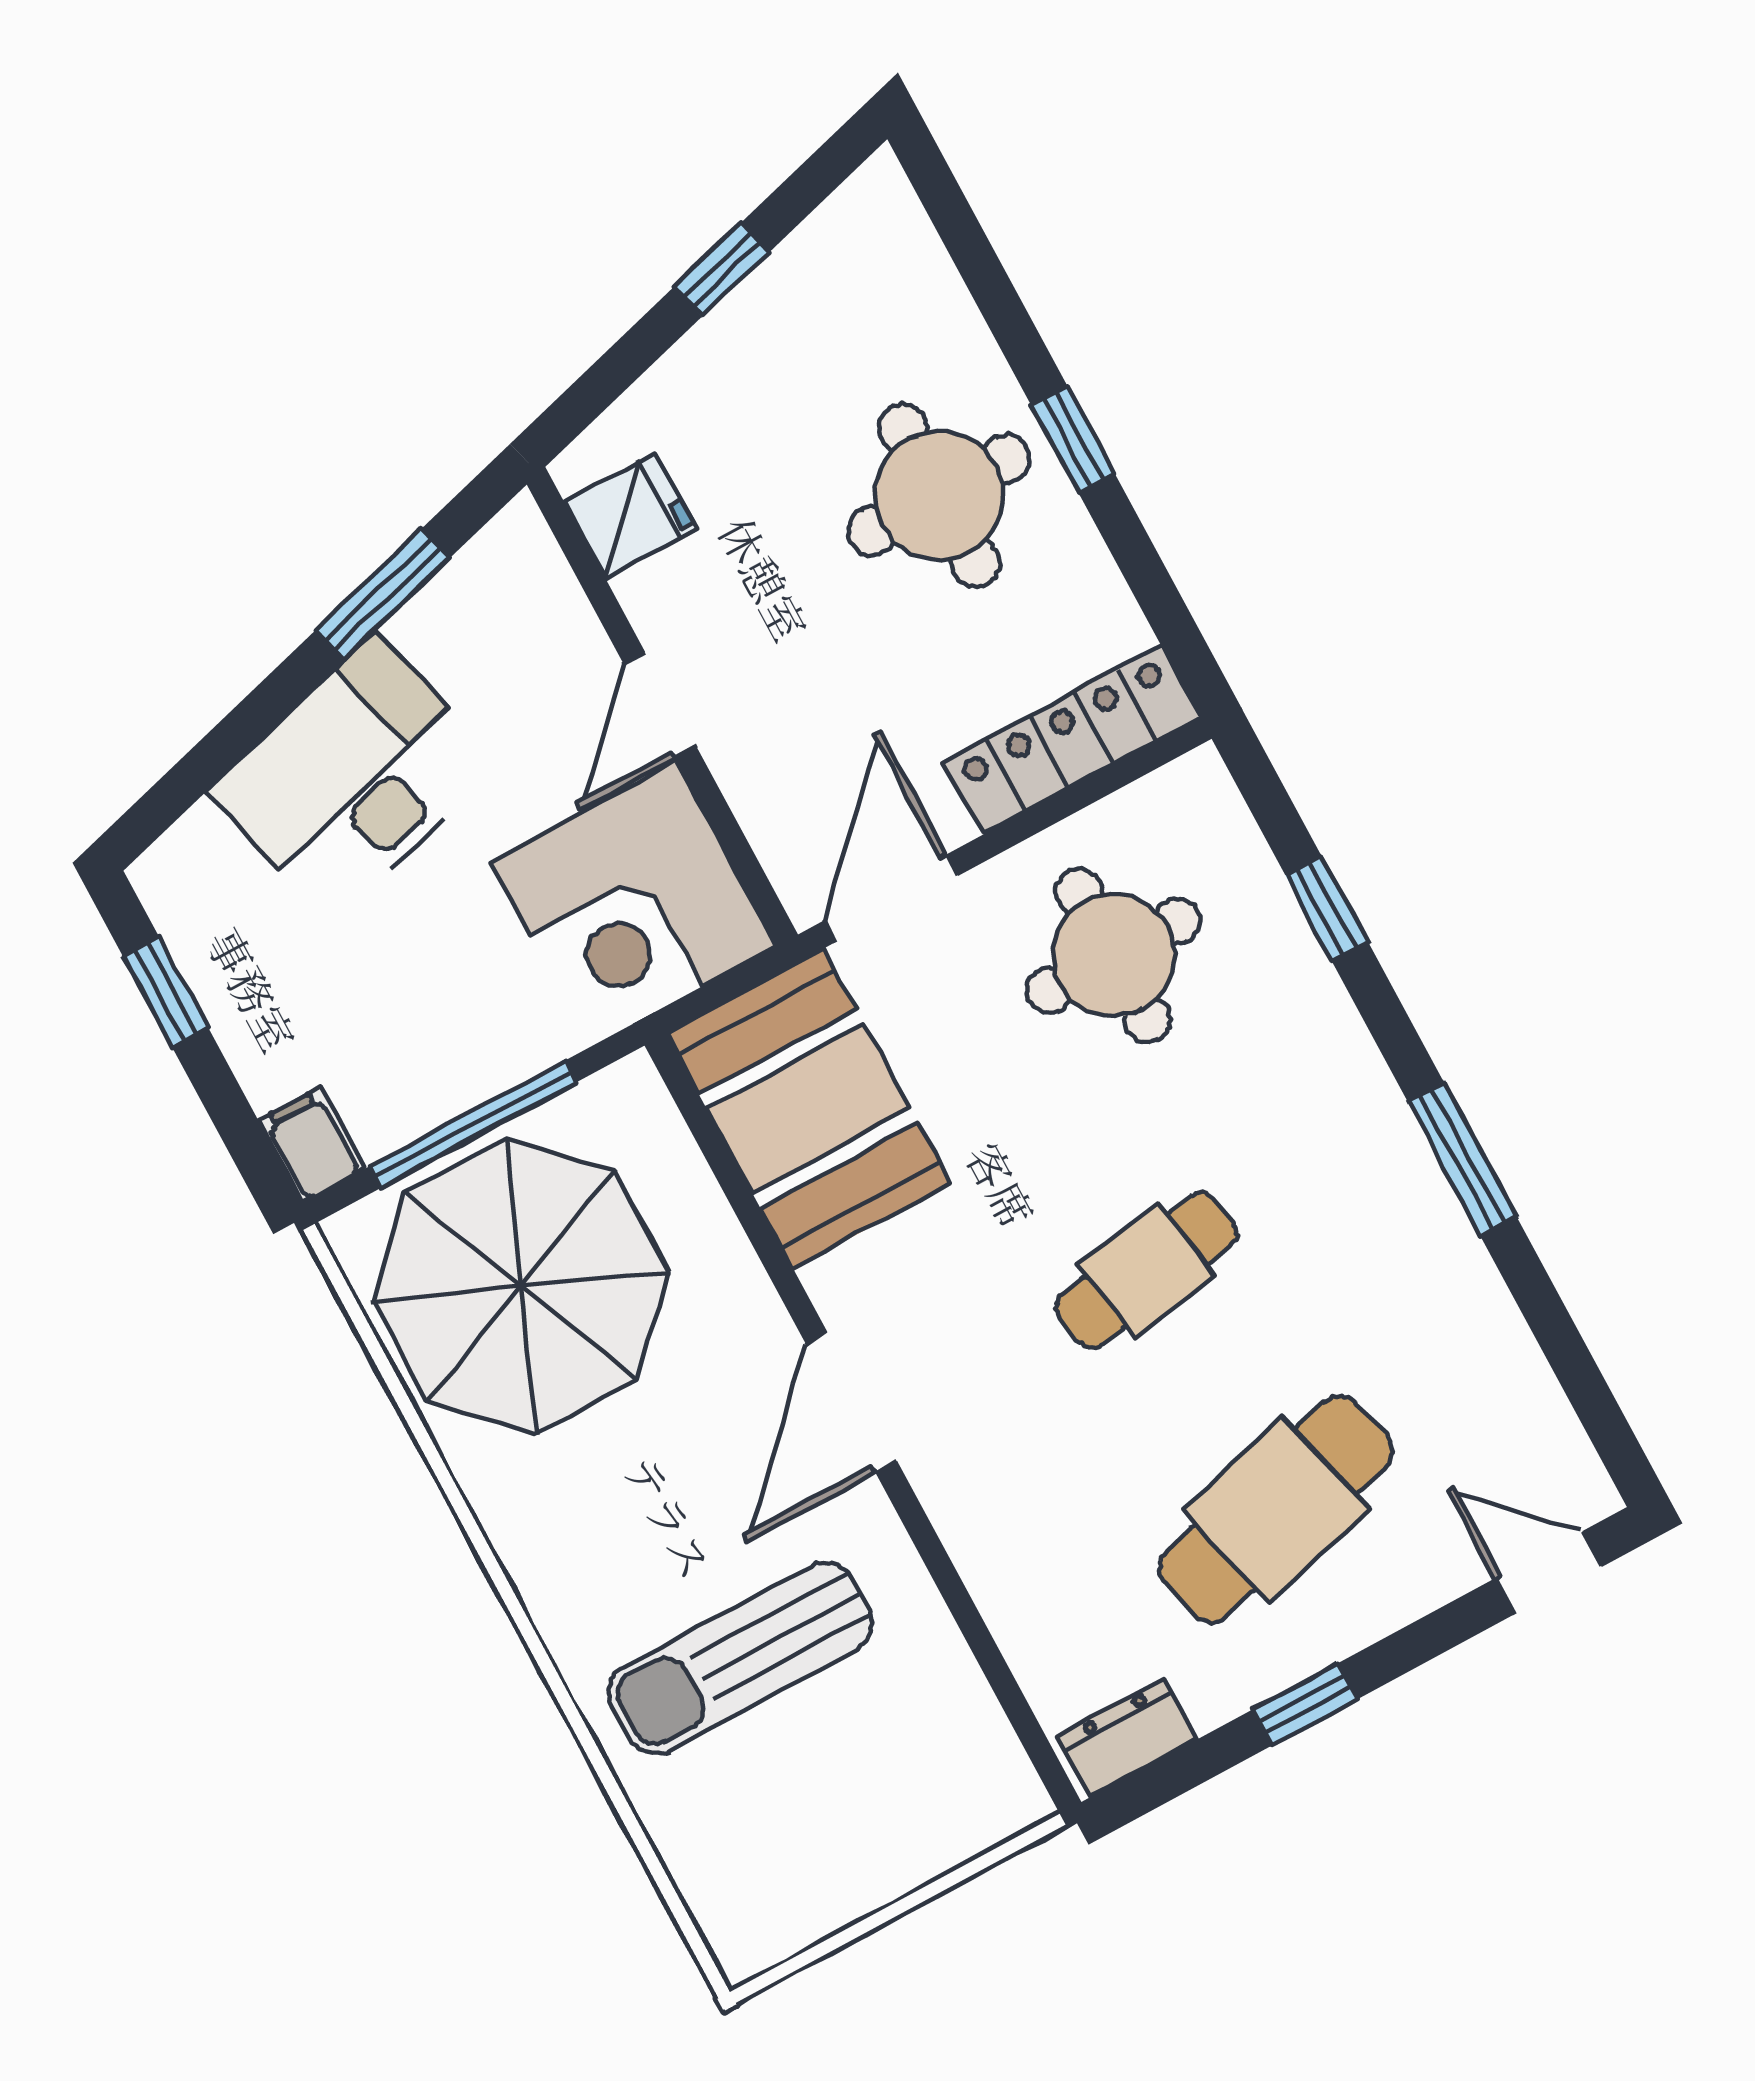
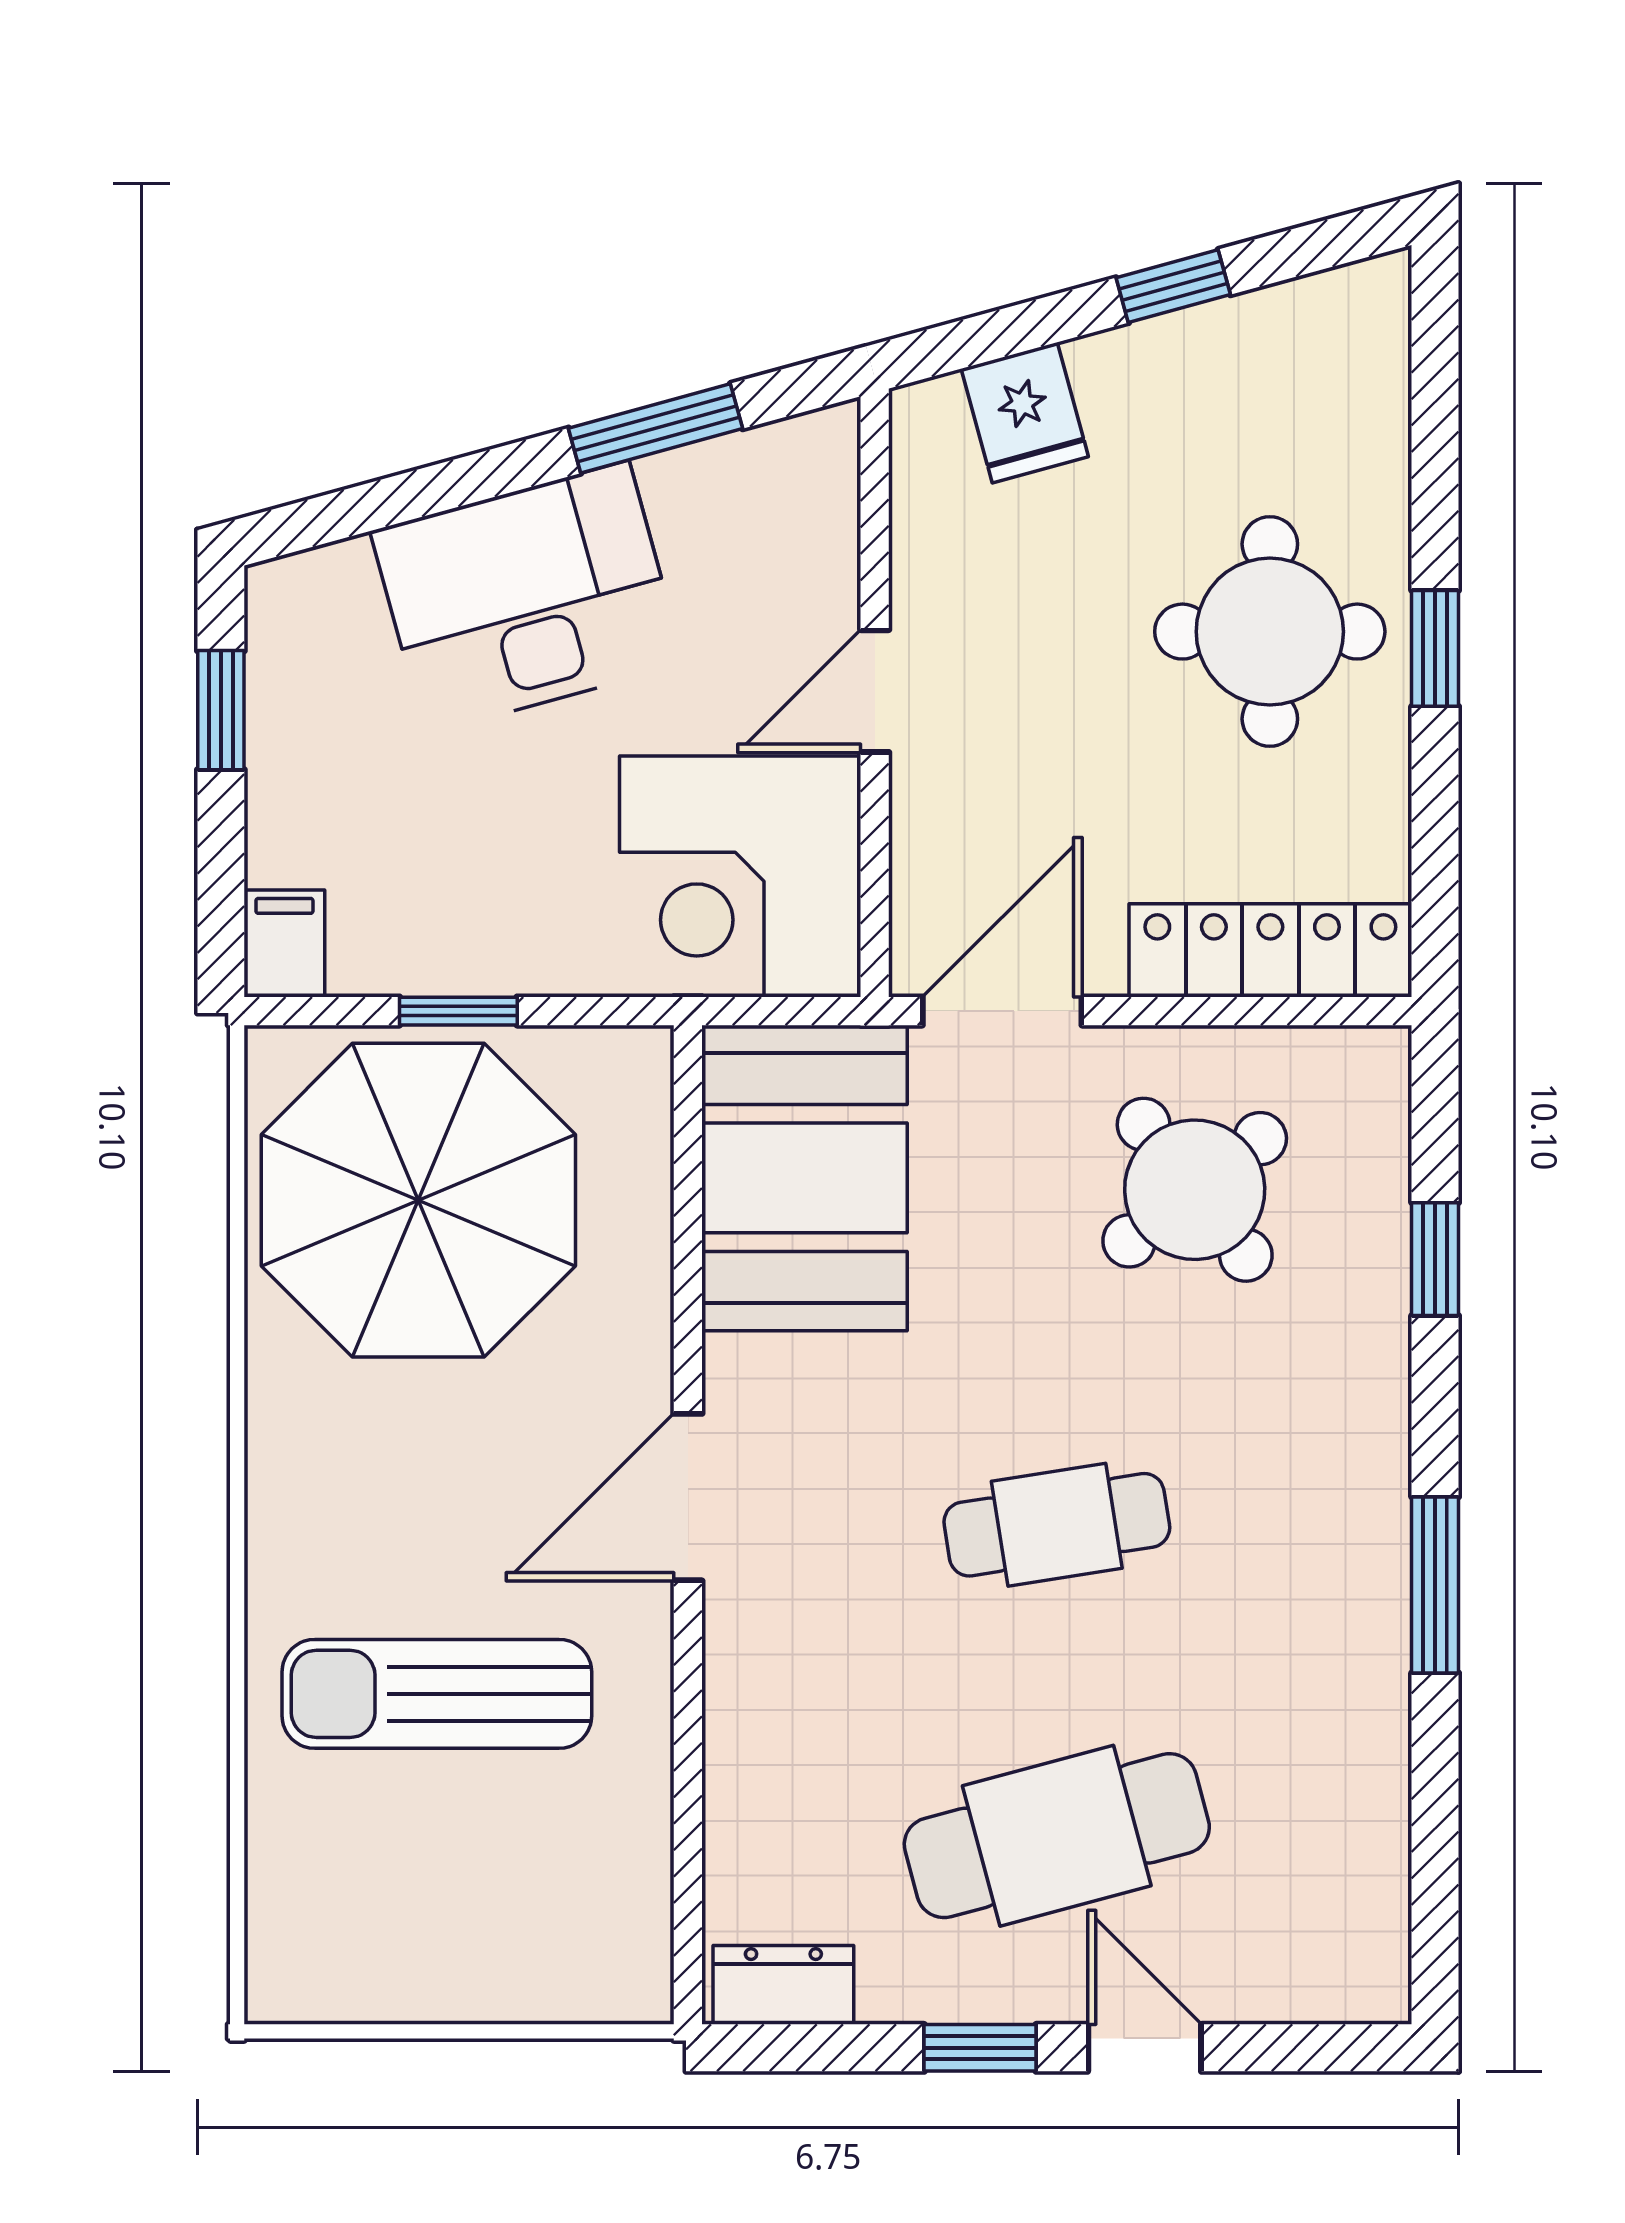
fridge: (630, 516) -> (1025, 413), moved, turned 75
round table: (1113, 956) -> (1195, 1190), turned -38
window: (473, 1124) -> (458, 1011), width x0.46
door: (1548, 1573) -> (1145, 2048), moved

